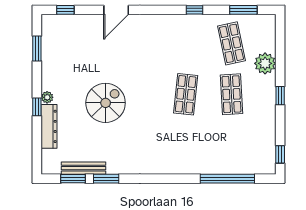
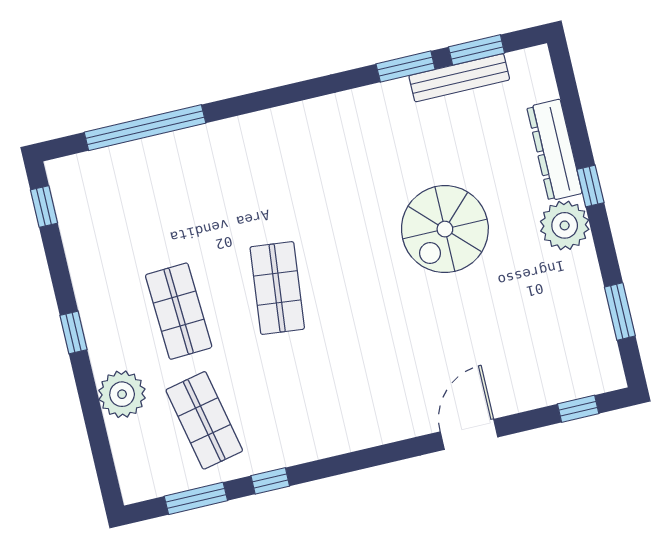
window: (195, 10) -> (270, 481), moved
plant: (47, 97) -> (565, 225), width x1.87, depth x1.87

